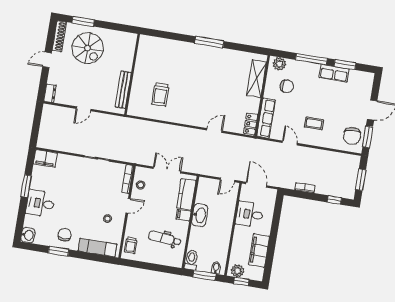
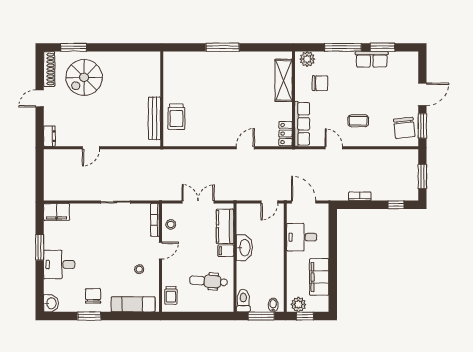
spiral stairs: (88, 48) -> (84, 77), turned 90
wall: (132, 74) -> (162, 99), moved
bench: (123, 90) -> (154, 118), moved

